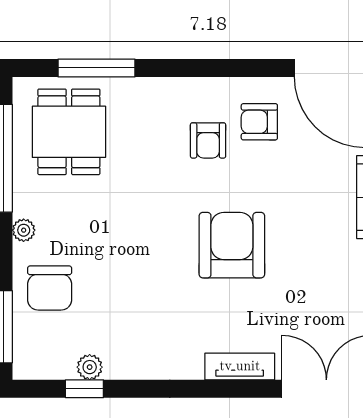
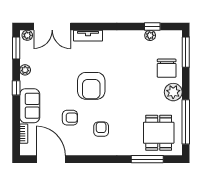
armchair: (259, 122) -> (70, 118), moved
plant: (24, 230) -> (173, 92), width x1.87, depth x1.87
chair: (50, 288) -> (167, 68), turned 180

